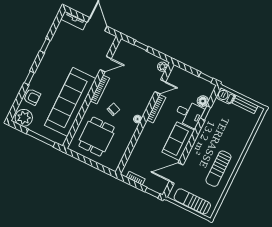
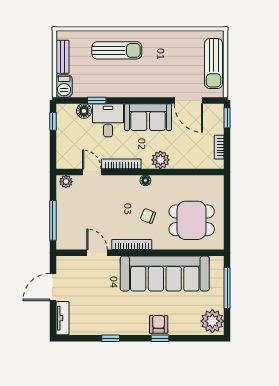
window: (141, 46) -> (53, 220), width x2.17
armchair: (32, 97) -> (159, 324), moved
plant: (146, 136) -> (160, 160), added
sun lounger: (218, 169) -> (117, 50), moved

